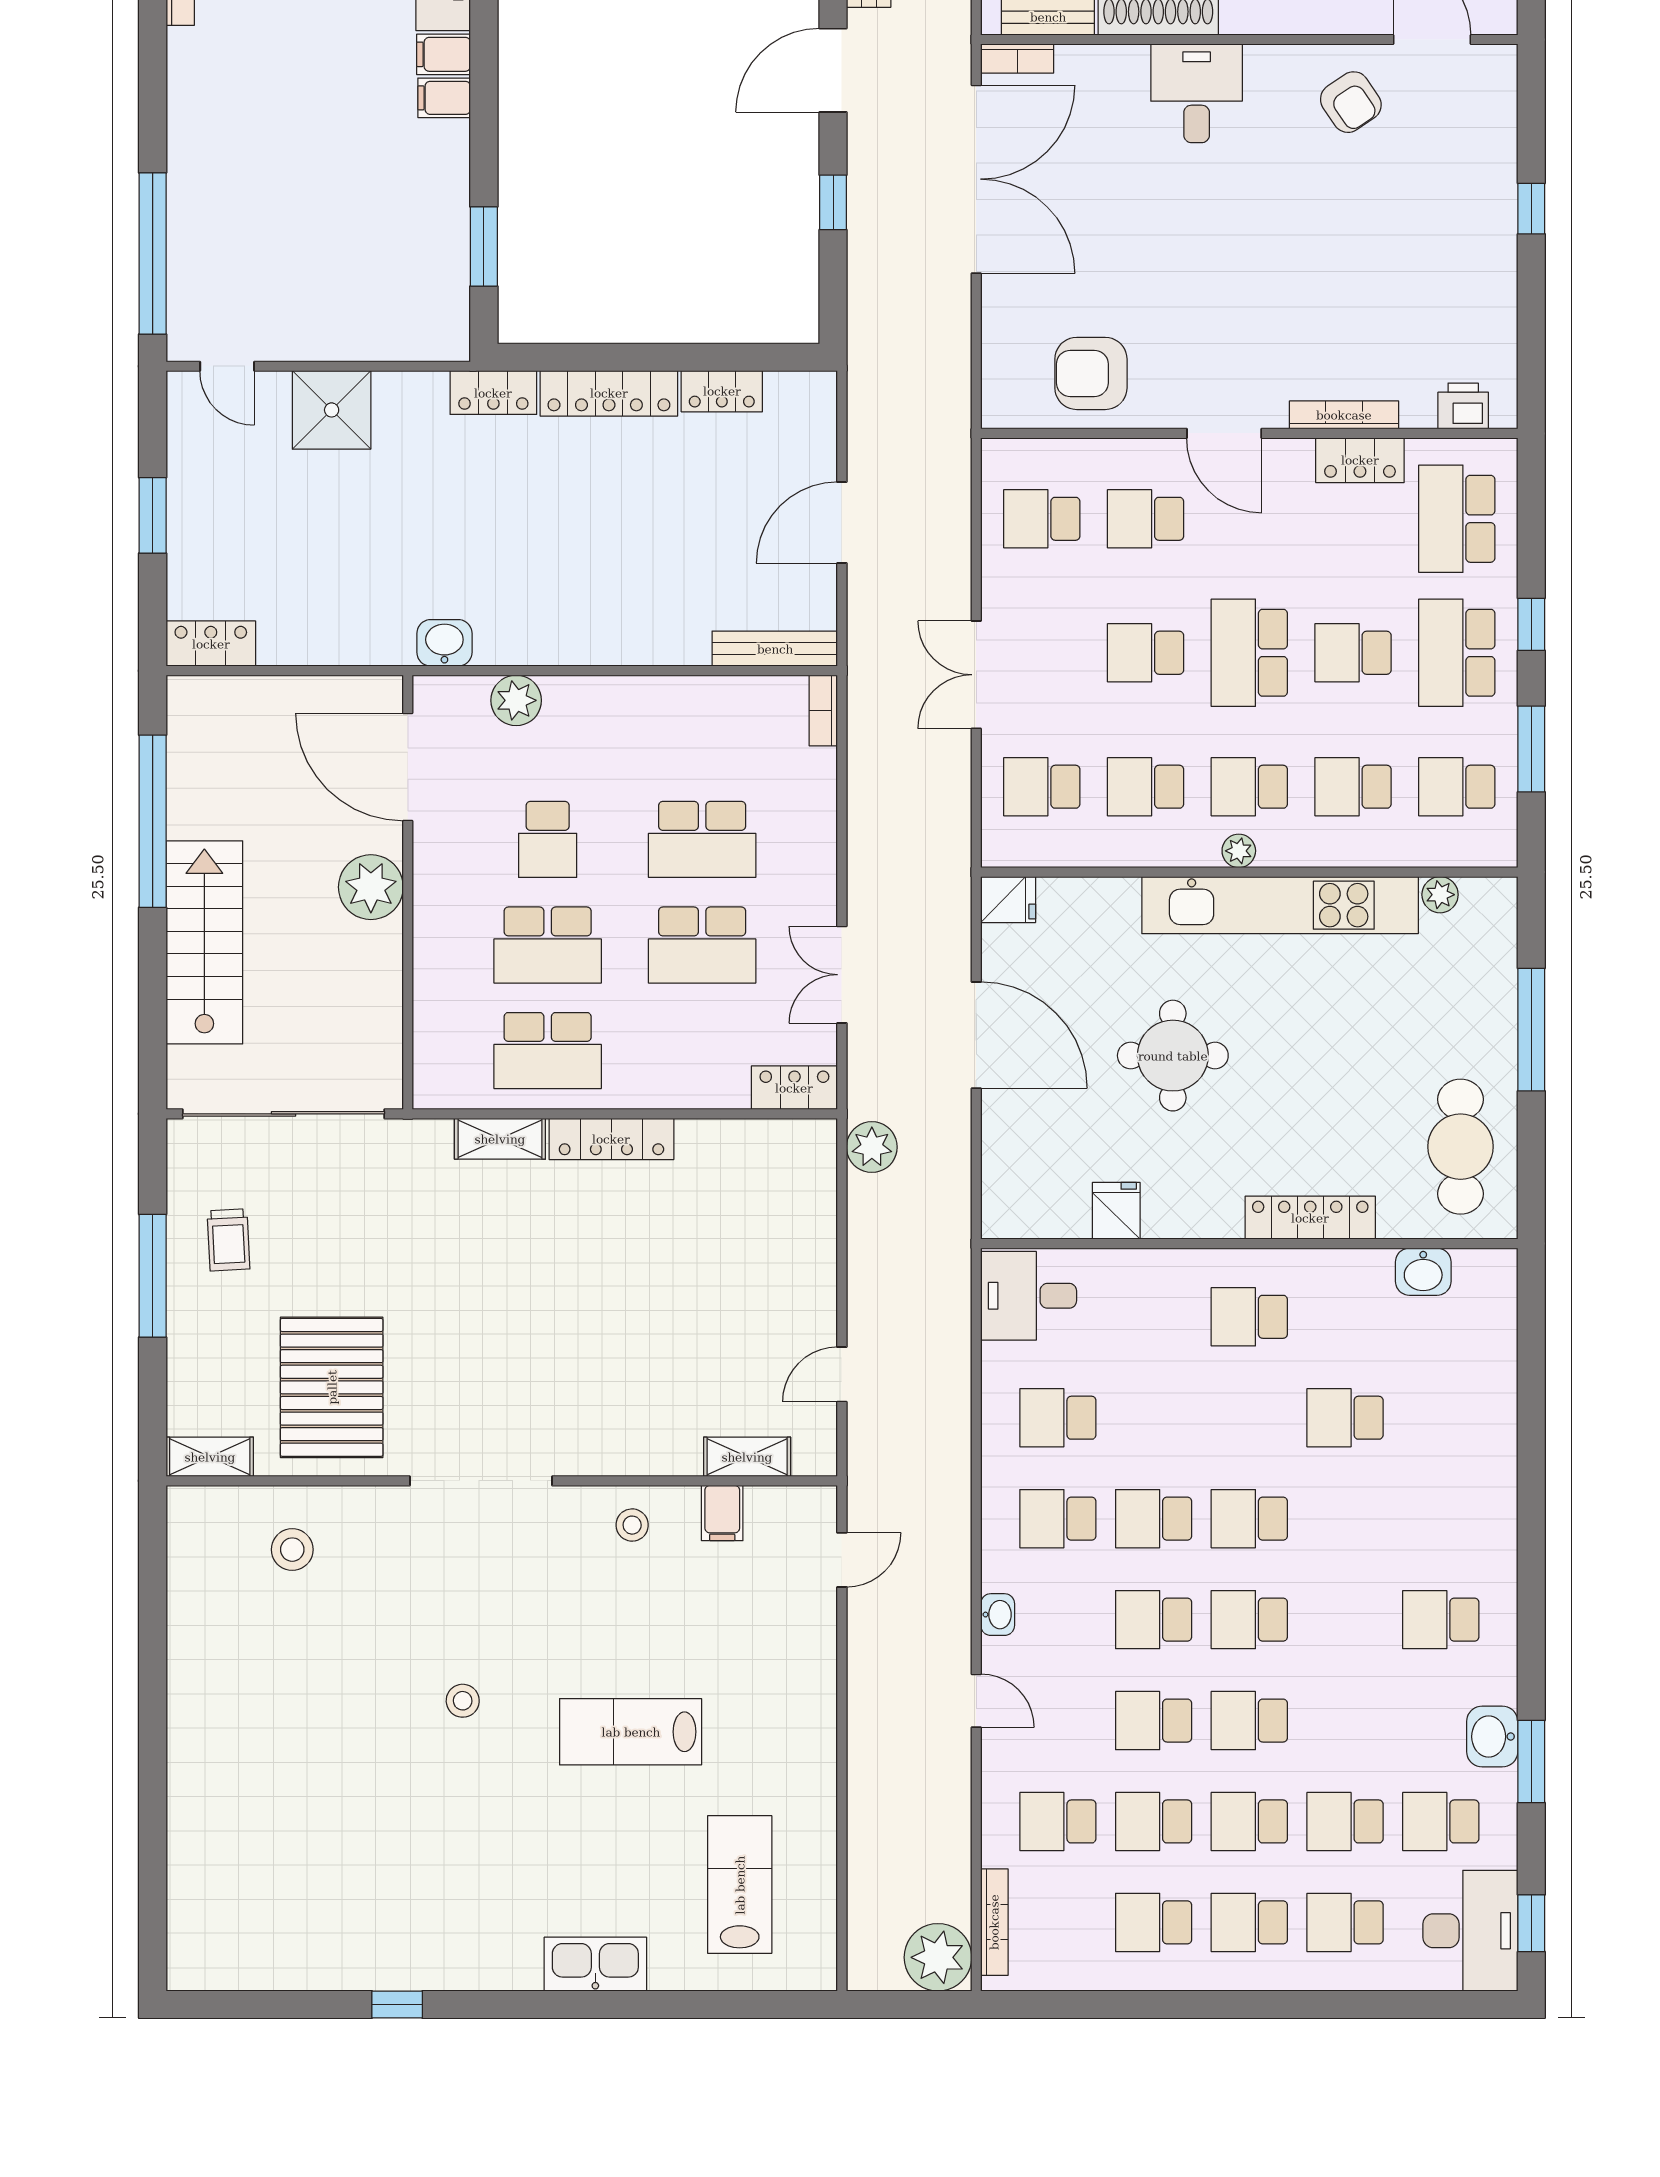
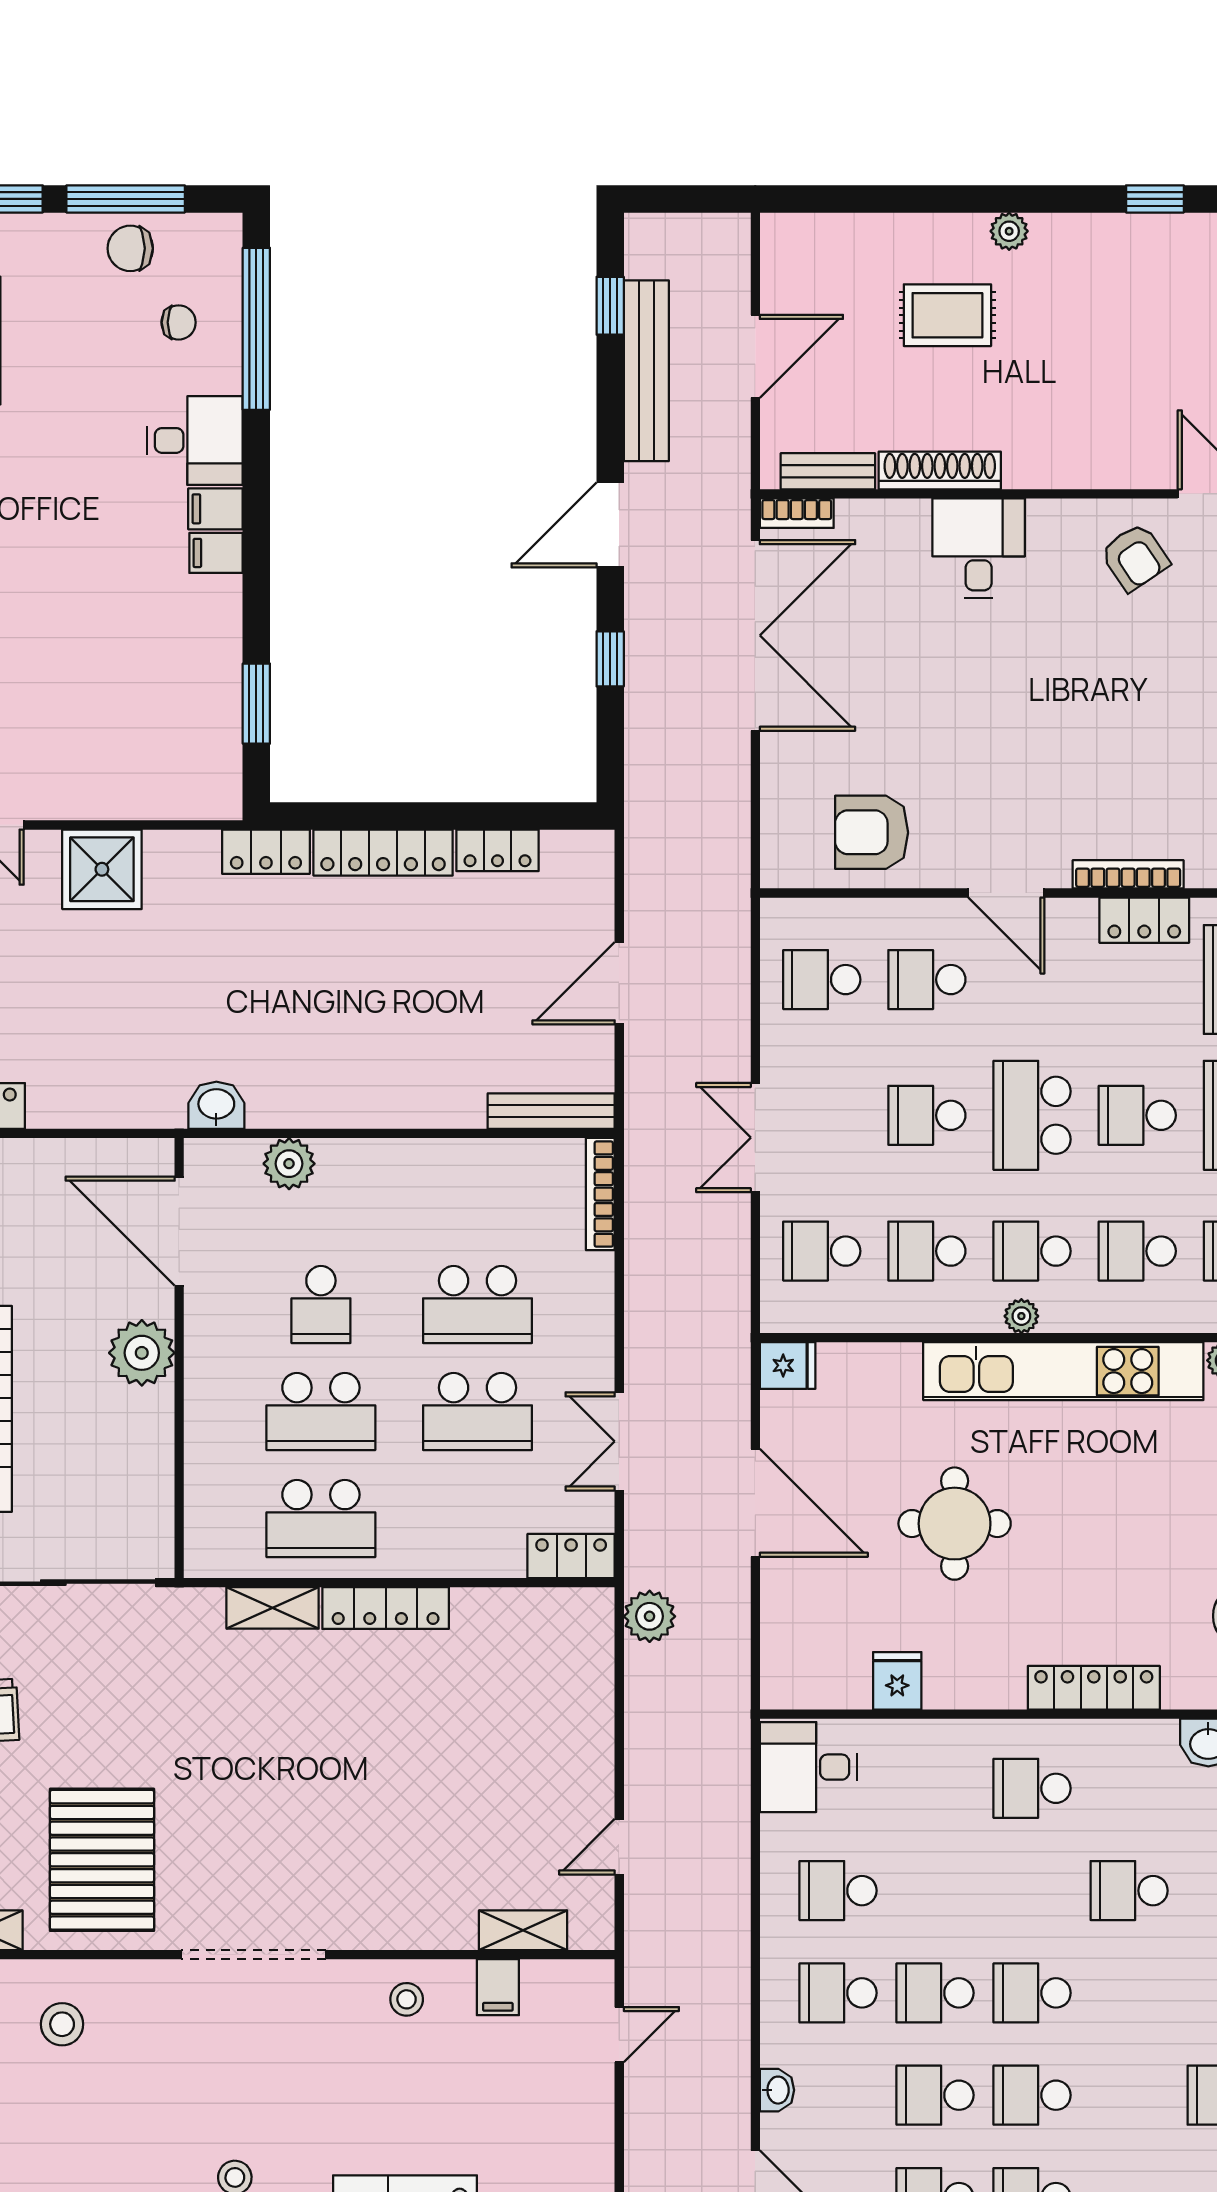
bookcase: (823, 711) -> (600, 1194), width x1.56

